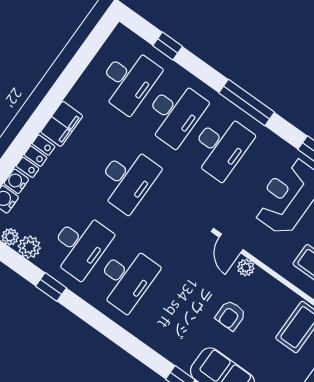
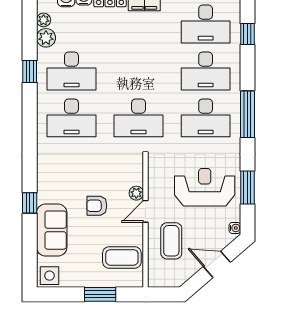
desk: (127, 179) -> (139, 118), moved
door: (231, 243) -> (145, 211), moved

